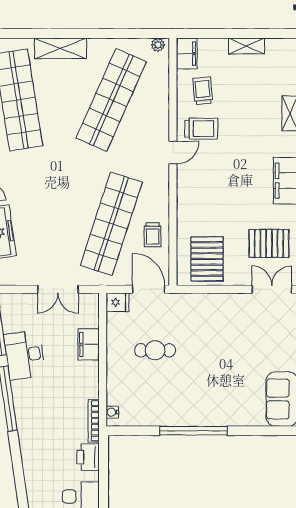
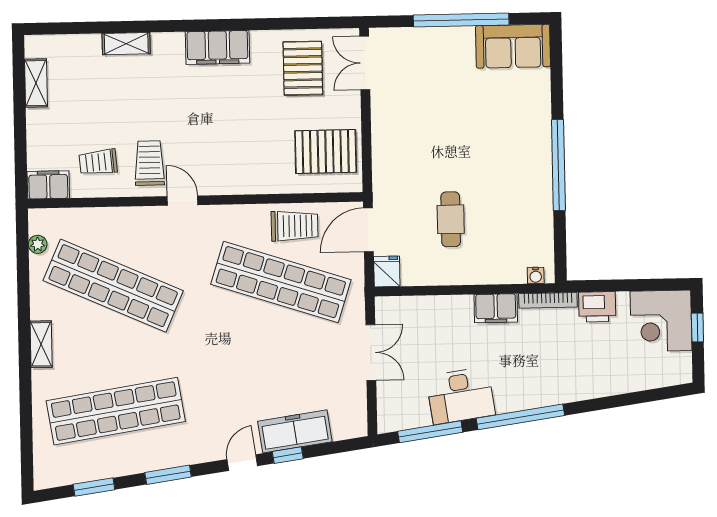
plant: (158, 45) -> (38, 244), moved
shelving: (247, 46) -> (36, 83), moved
shelving: (60, 48) -> (41, 344), width x0.67, depth x0.75
trolley: (153, 235) -> (295, 226), width x1.36, depth x1.39
filing cabinet: (89, 344) -> (496, 308), moved

